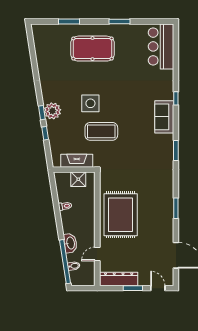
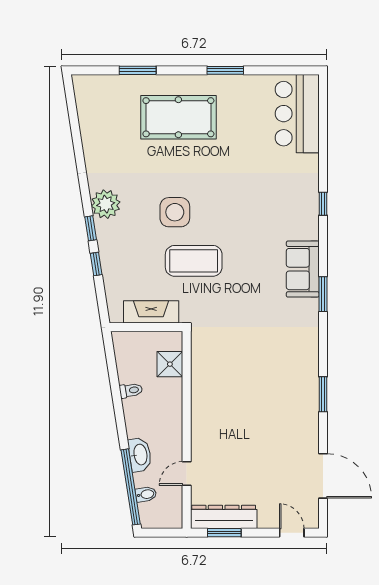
plant: (52, 111) -> (106, 204), moved
sofa: (164, 117) -> (303, 269), moved
shower: (78, 179) -> (170, 364), moved
rug: (121, 215) -> (227, 406), removed
window: (133, 288) -> (224, 533), moved

